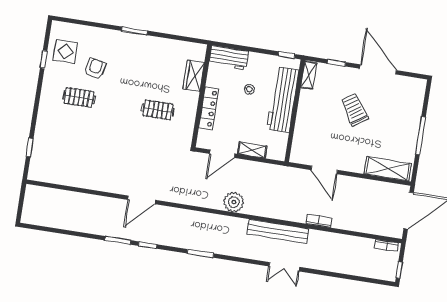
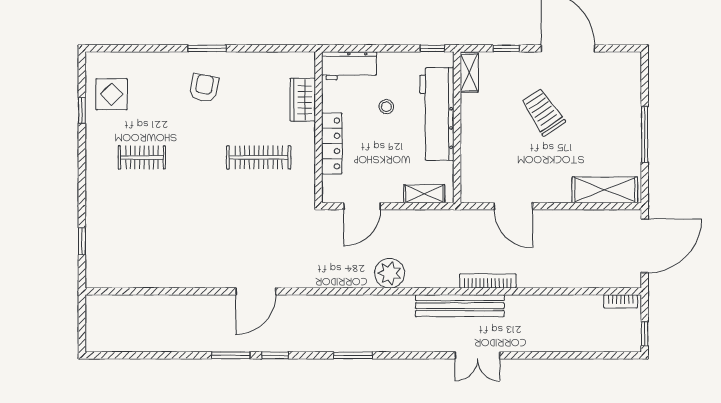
armchair: (95, 68) -> (204, 88), moved
clothes rail: (158, 110) -> (259, 157), width x1.36
shelving: (252, 150) -> (424, 194), moved
bookcase: (319, 221) -> (488, 281), moved, width x1.56

